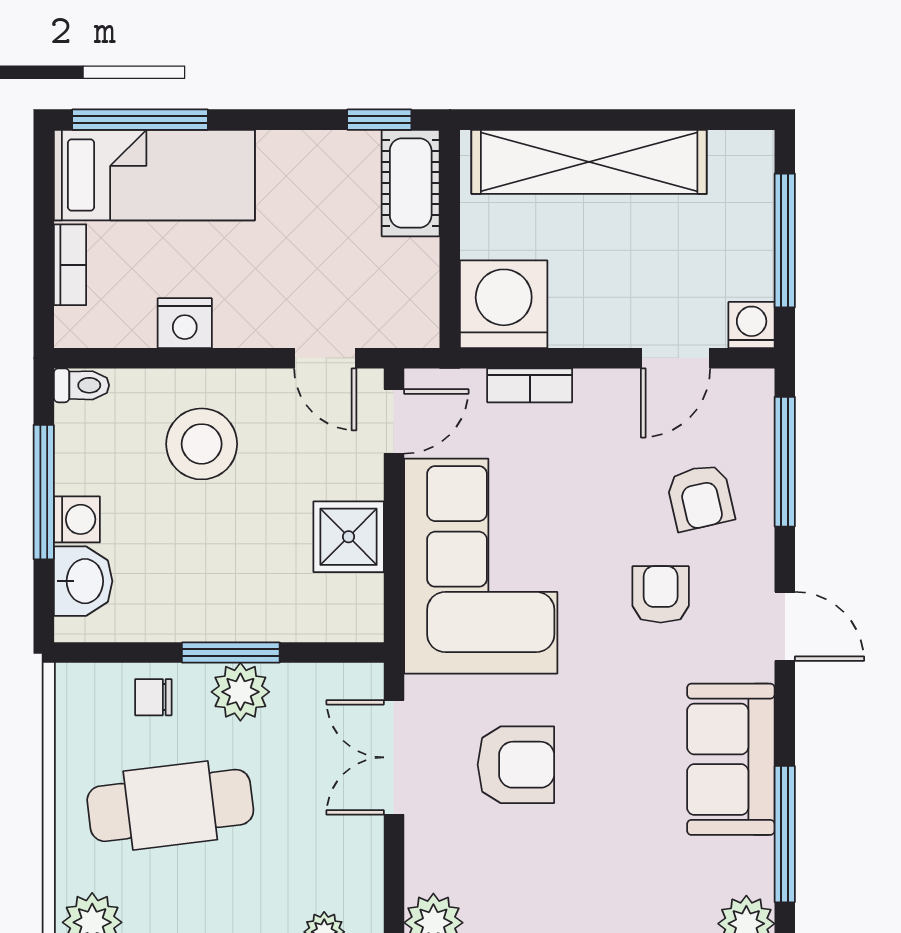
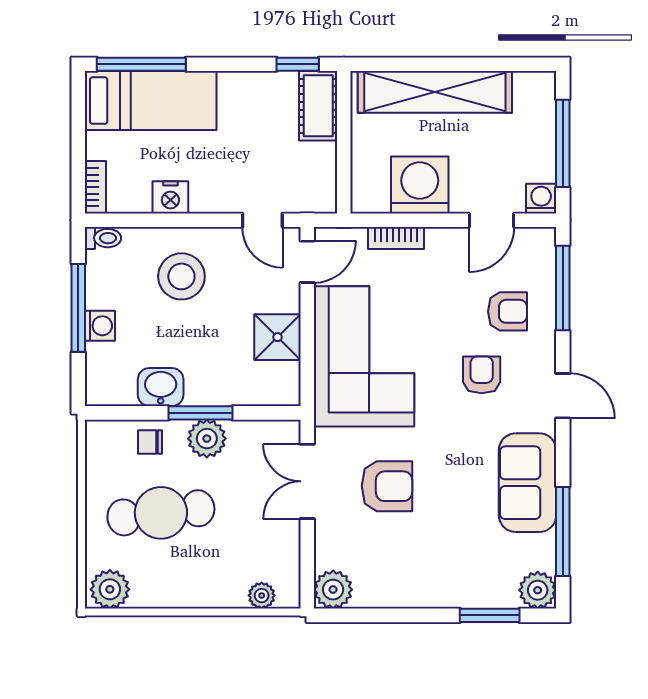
bookcase: (70, 265) -> (95, 187), moved
washing machine: (504, 304) -> (420, 185), moved
armchair: (700, 497) -> (508, 311), turned -77
washbasin: (83, 581) -> (161, 387), moved, turned -90

